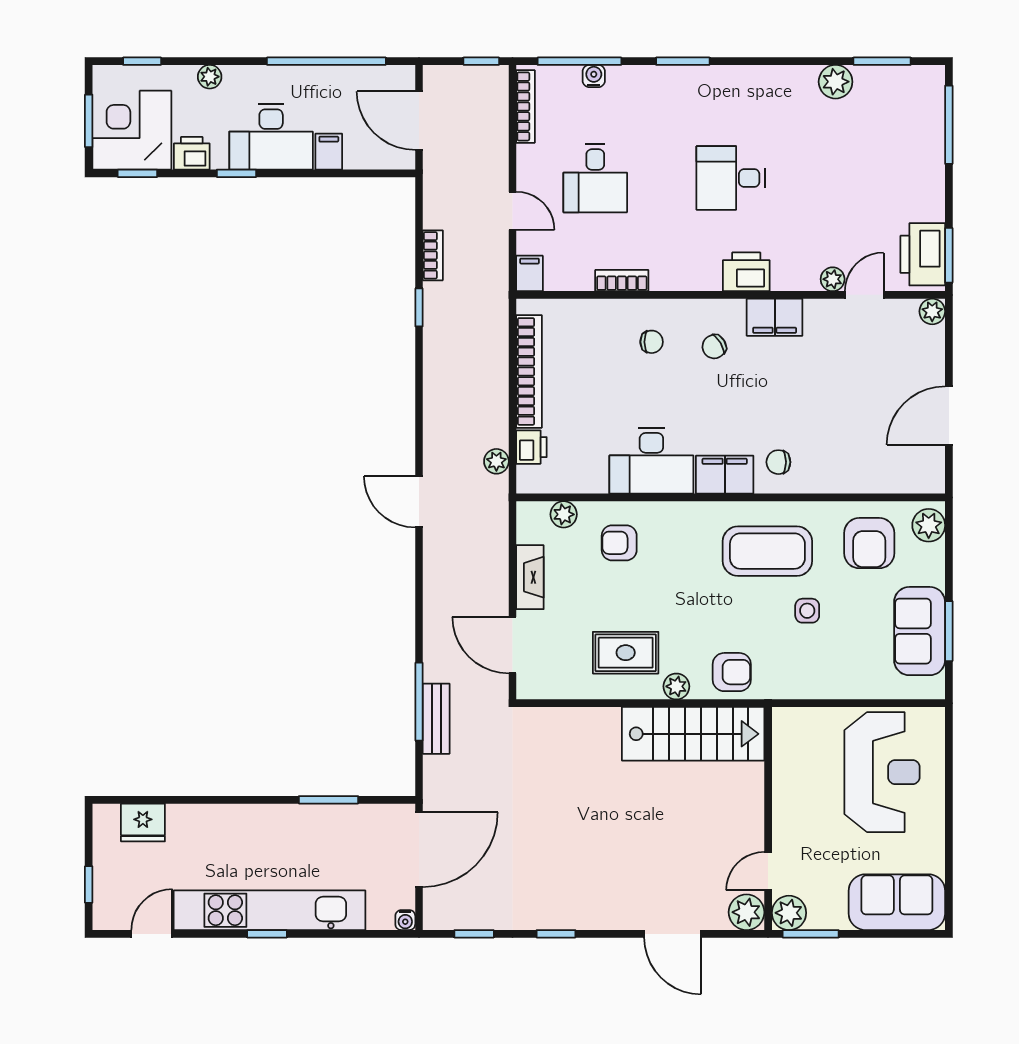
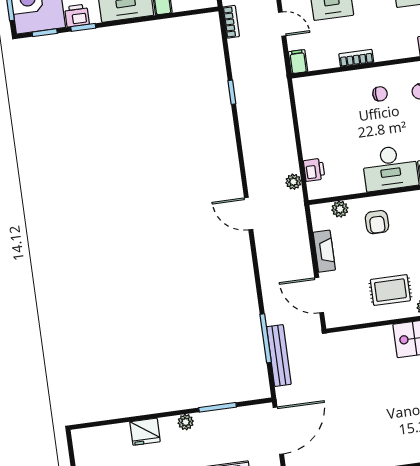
window: (237, 173) -> (83, 27), moved
bookcase: (433, 255) -> (231, 22), moved
bookcase: (529, 371) -> (306, 123), removed
armchair: (619, 543) -> (377, 222), turned -90
bench: (436, 719) -> (279, 355), width x1.36
plant: (275, 816) -> (186, 422), added
fridge: (143, 822) -> (145, 432), moved

